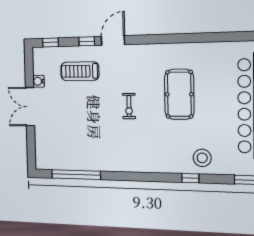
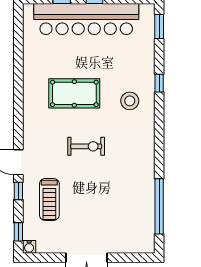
water cooler: (39, 81) -> (29, 247), moved
exercise bike: (129, 106) -> (86, 146), width x1.38, depth x1.39
stool: (202, 158) -> (130, 101), moved

